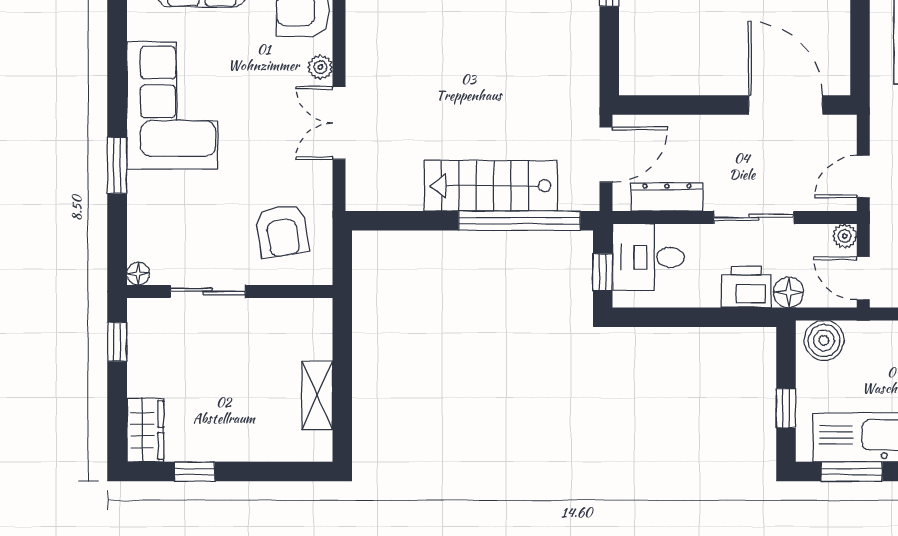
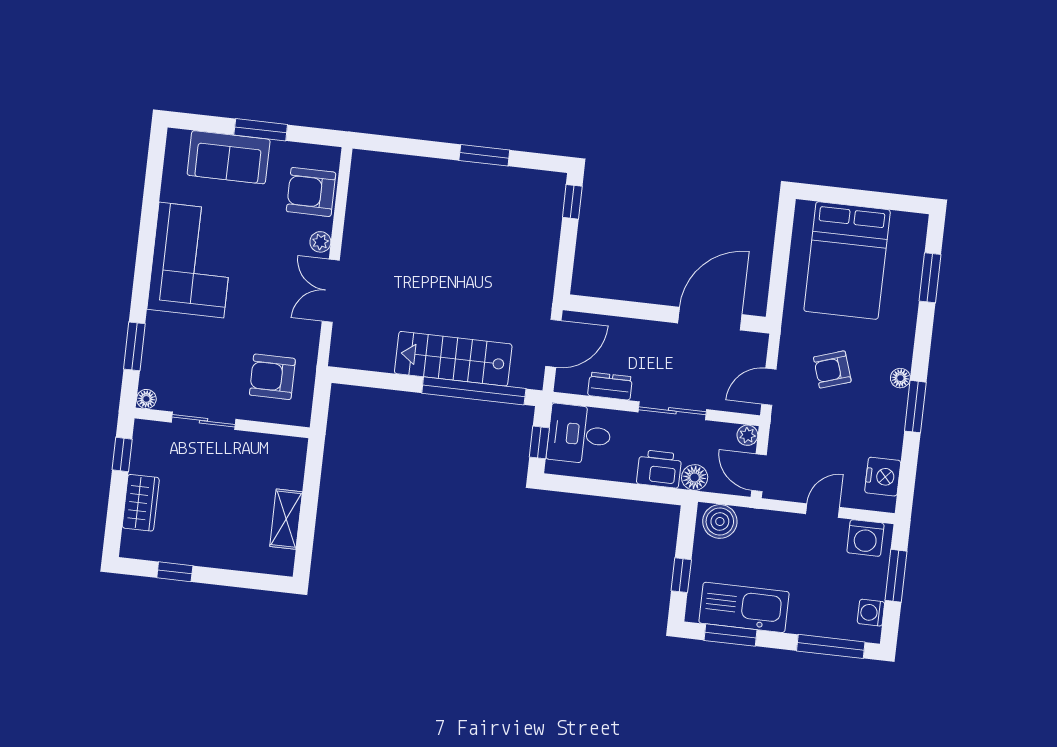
door: (785, 105) -> (710, 319), hinge flipped
window: (117, 165) -> (134, 346), moved
dresser: (667, 197) -> (610, 386), width x0.70
armchair: (282, 231) -> (272, 377), turned 99
wardrobe: (145, 430) -> (141, 503), moved

